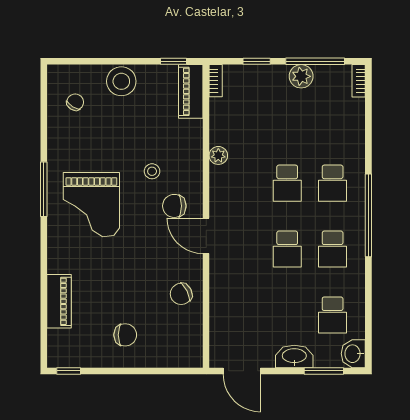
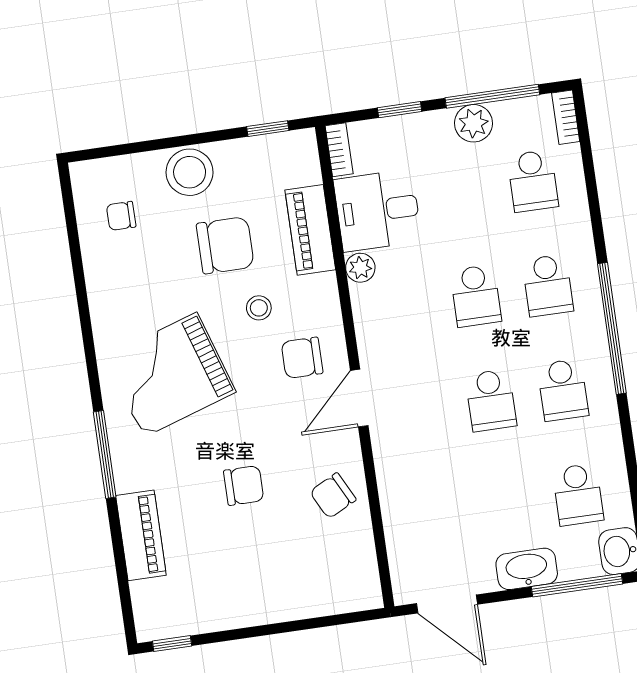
piano: (191, 91) -> (310, 230), moved
chair: (75, 102) -> (121, 216), turned -122
school desk: (333, 117) -> (533, 181), added
desk: (234, 122) -> (378, 210), added
chair: (137, 130) -> (225, 245), added
window: (44, 189) -> (105, 455), moved
grand piano: (91, 205) -> (170, 375), turned 72
door: (206, 236) -> (359, 398), hinge flipped
chair: (125, 335) -> (244, 485), moved
window: (324, 371) -> (577, 585), width x1.44

